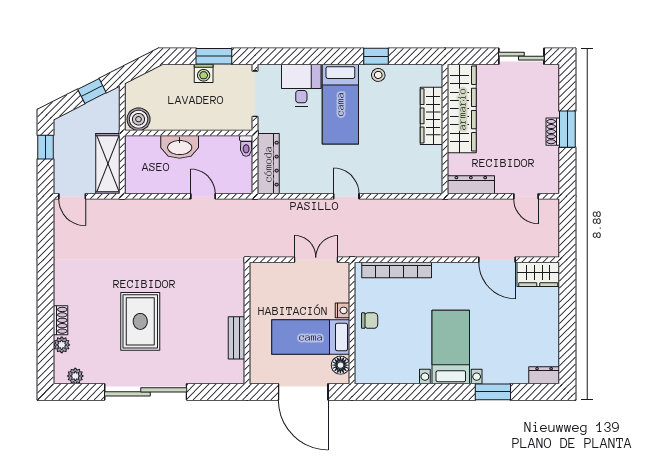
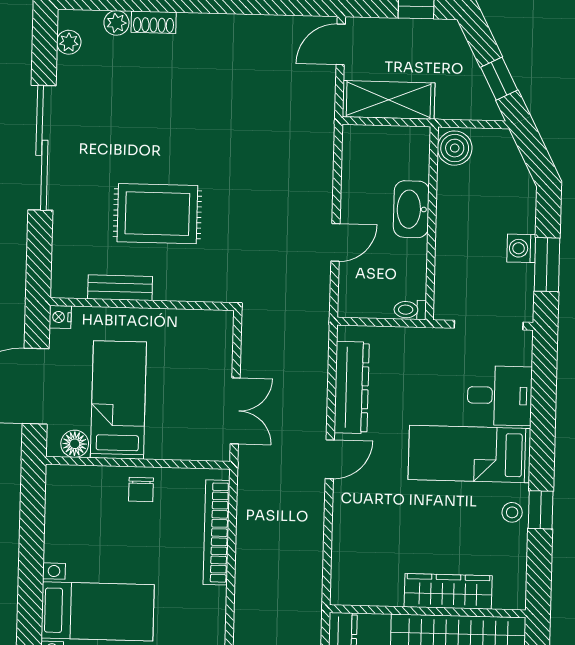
dresser: (268, 164) -> (352, 387), moved, turned -90
nightstand: (342, 310) -> (60, 317), moved, turned 90
rug: (140, 321) -> (157, 214), moved

